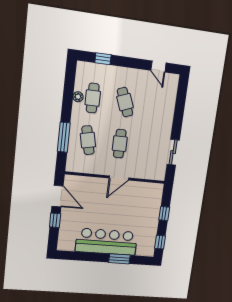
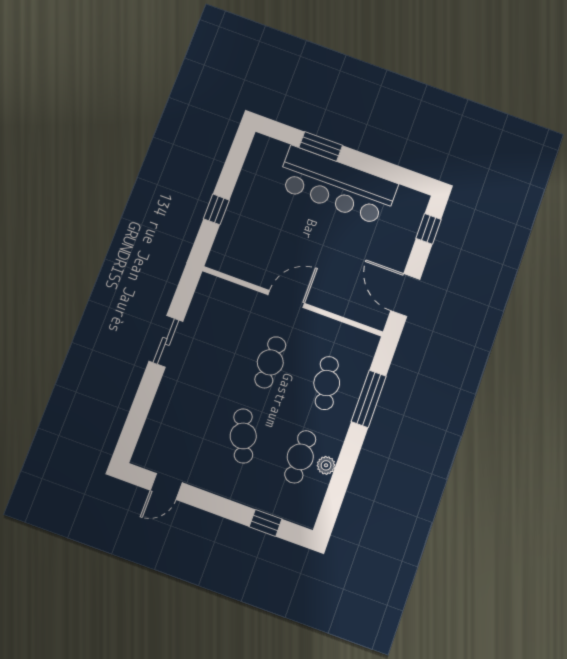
door: (158, 67) -> (166, 487), swing flipped
sliding door: (173, 152) -> (166, 341), moved
window: (55, 220) -> (429, 229), moved
window: (160, 242) -> (237, 156), removed

